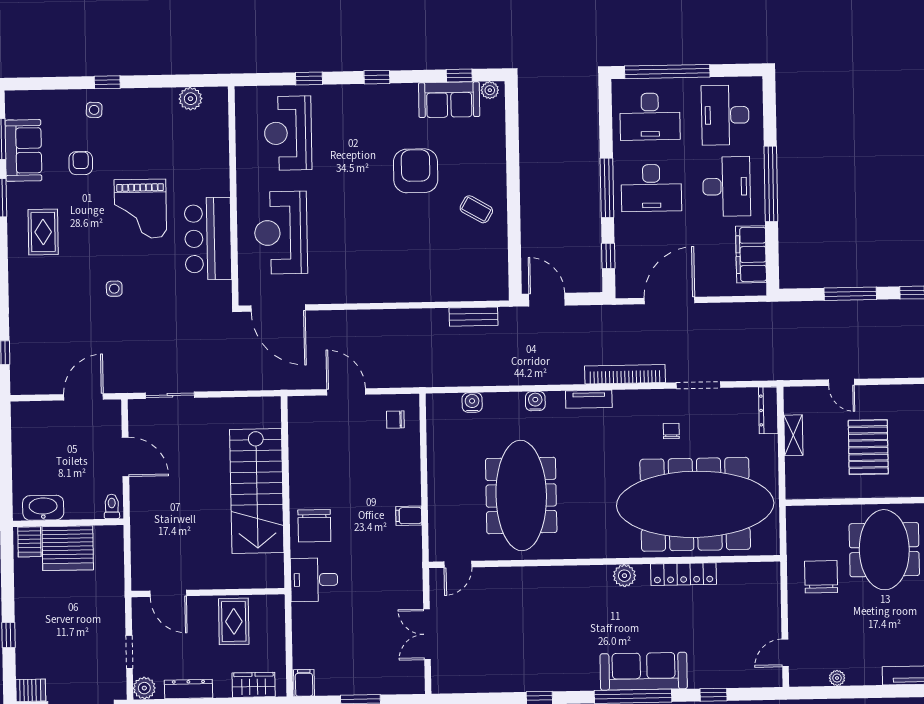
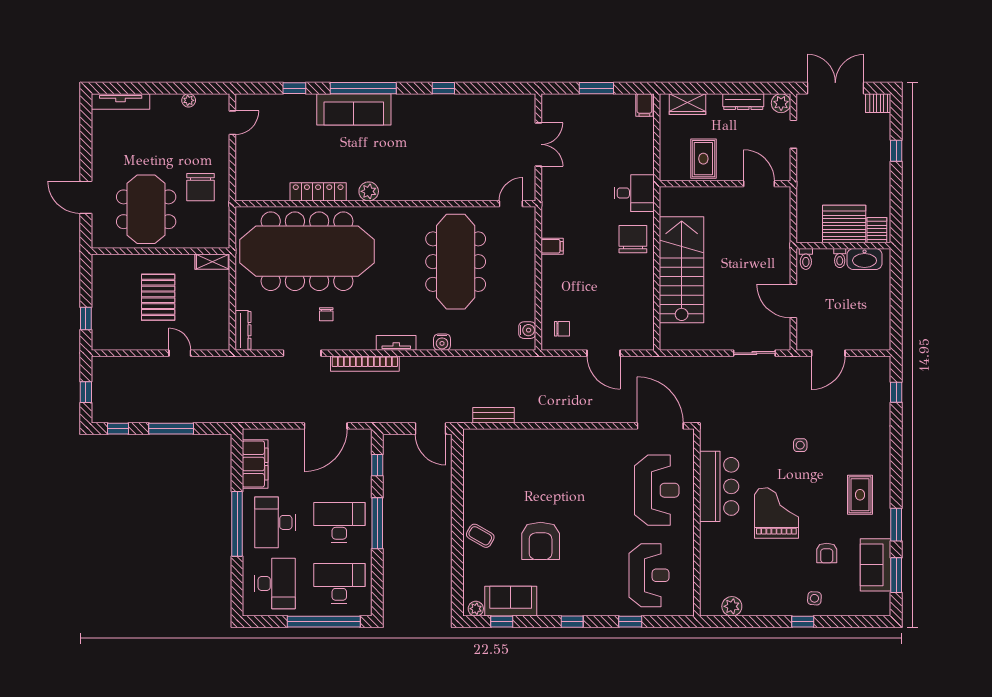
coffee table: (476, 209) -> (480, 536), moved
water cooler: (472, 403) -> (527, 330), moved, turned -90
shelving: (793, 435) -> (212, 262), moved, turned 90
toilet: (72, 508) -> (840, 258), added

